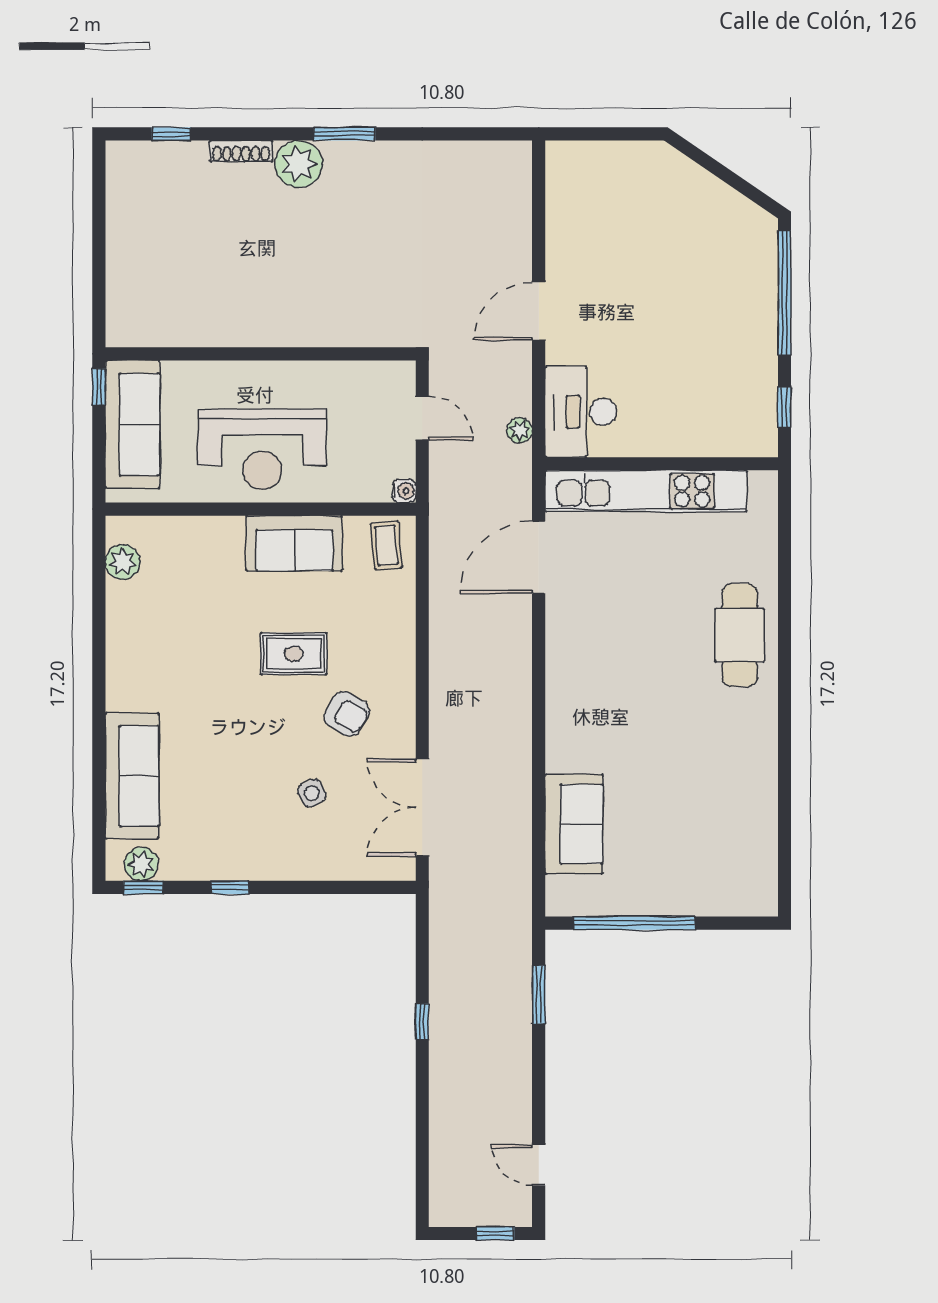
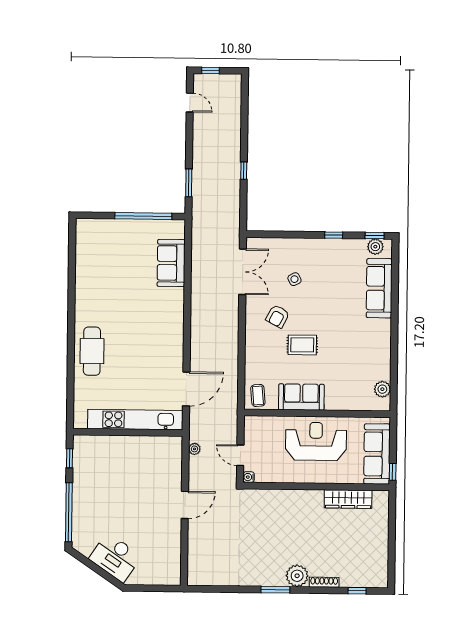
wardrobe: (192, 328) -> (348, 499), added
desk: (581, 412) -> (115, 557), moved, turned 124
water cooler: (404, 491) -> (249, 477), moved
armchair: (347, 714) -> (278, 316), turned -92

